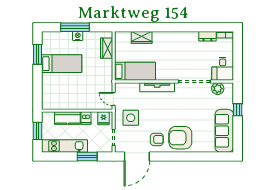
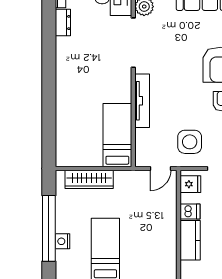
window: (75, 27) -> (49, 228), width x1.46
nightstand: (78, 36) -> (62, 241), moved
wardrobe: (142, 37) -> (65, 125), removed
wardrobe: (107, 48) -> (89, 179), width x1.50

